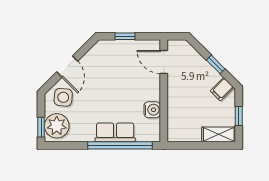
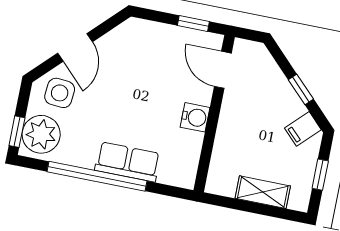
window: (125, 36) -> (193, 23), moved
water cooler: (152, 110) -> (195, 117), moved
shelving: (219, 134) -> (263, 192), moved
window: (120, 145) -> (97, 176), moved

